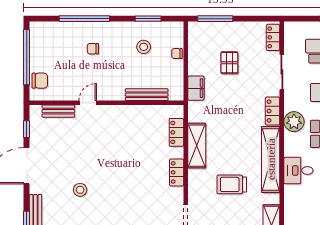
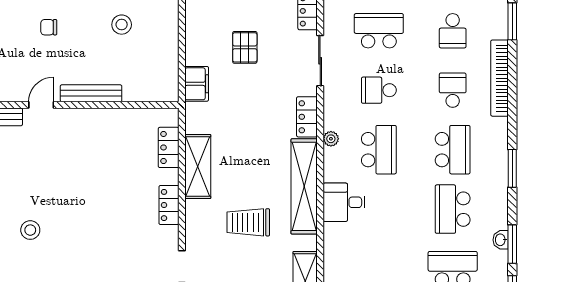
chair: (177, 54) -> (170, 34), removed
bench: (147, 95) -> (91, 93), moved
plant: (294, 122) -> (331, 139), width x0.53, depth x0.53

